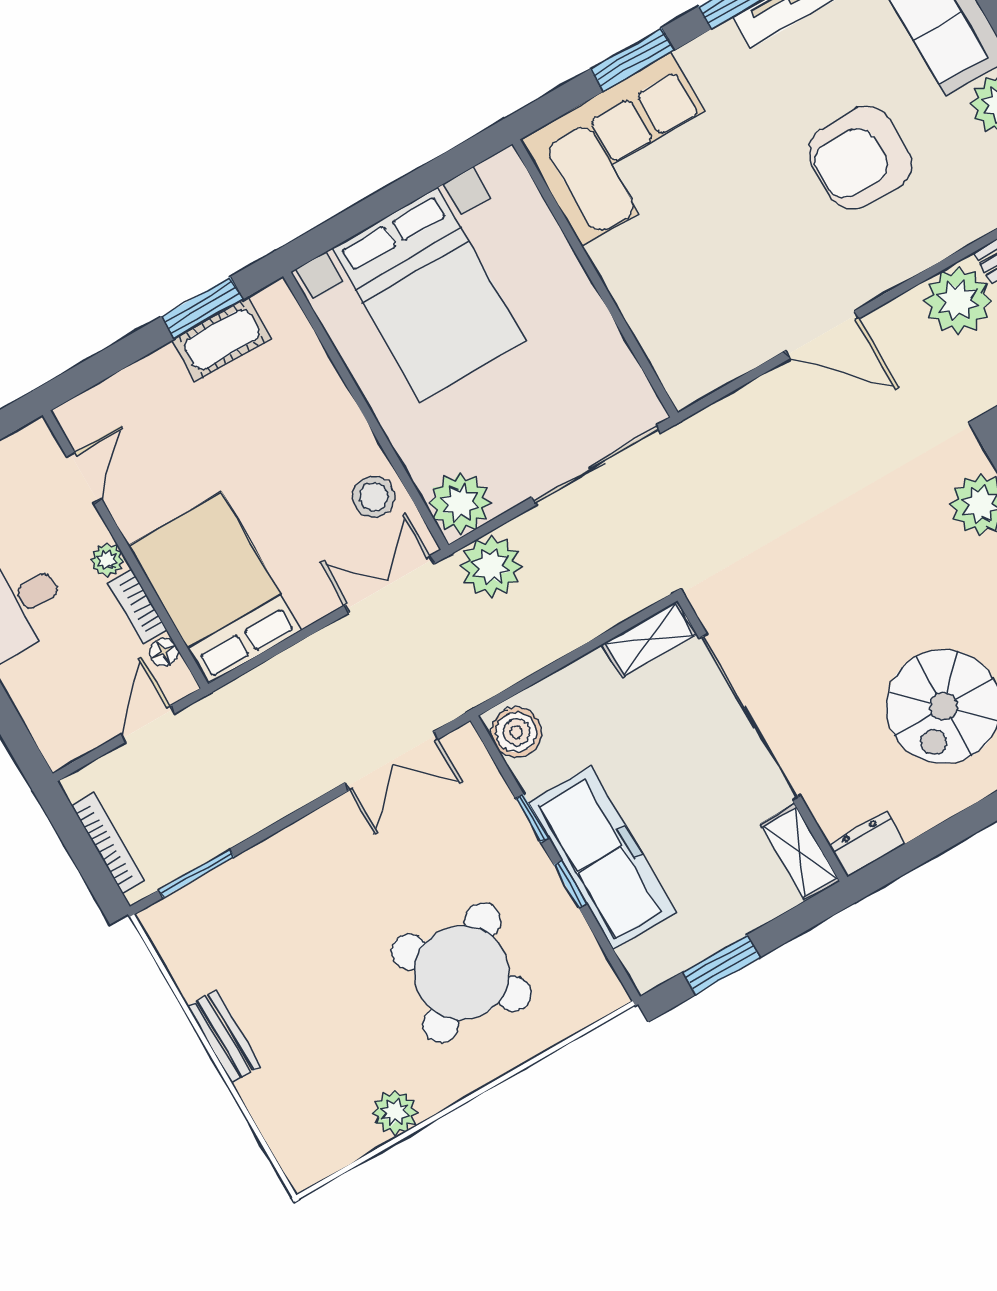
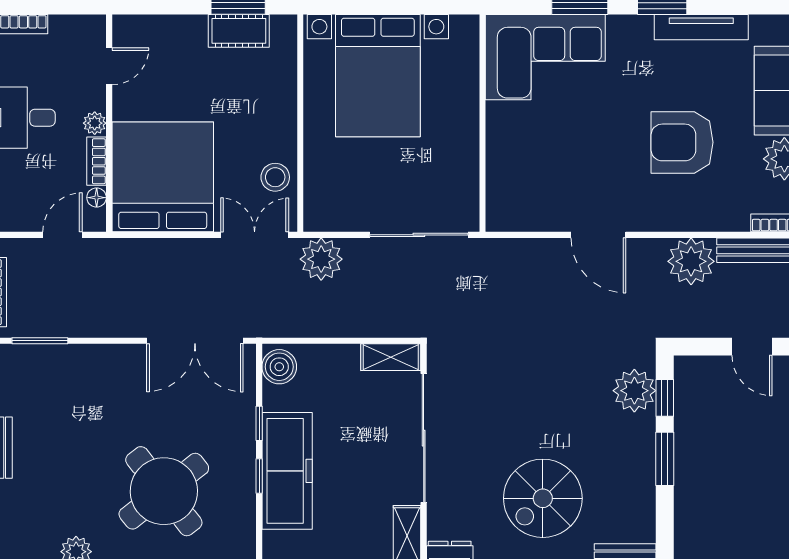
plant: (460, 503) -> (325, 211), removed
bed: (215, 588) -> (163, 177), width x1.36
double door: (391, 761) -> (195, 341), width x1.37

